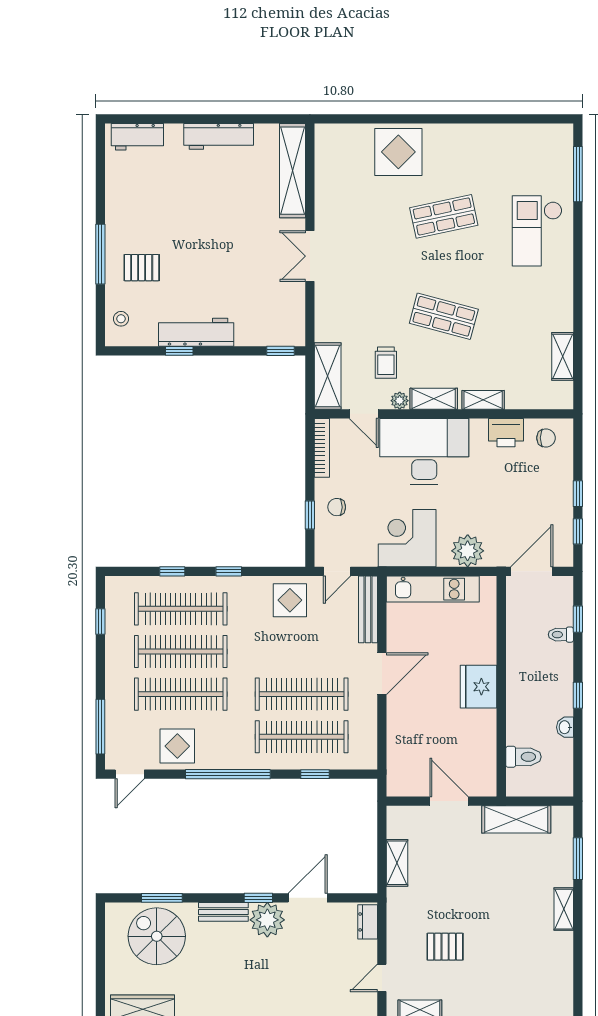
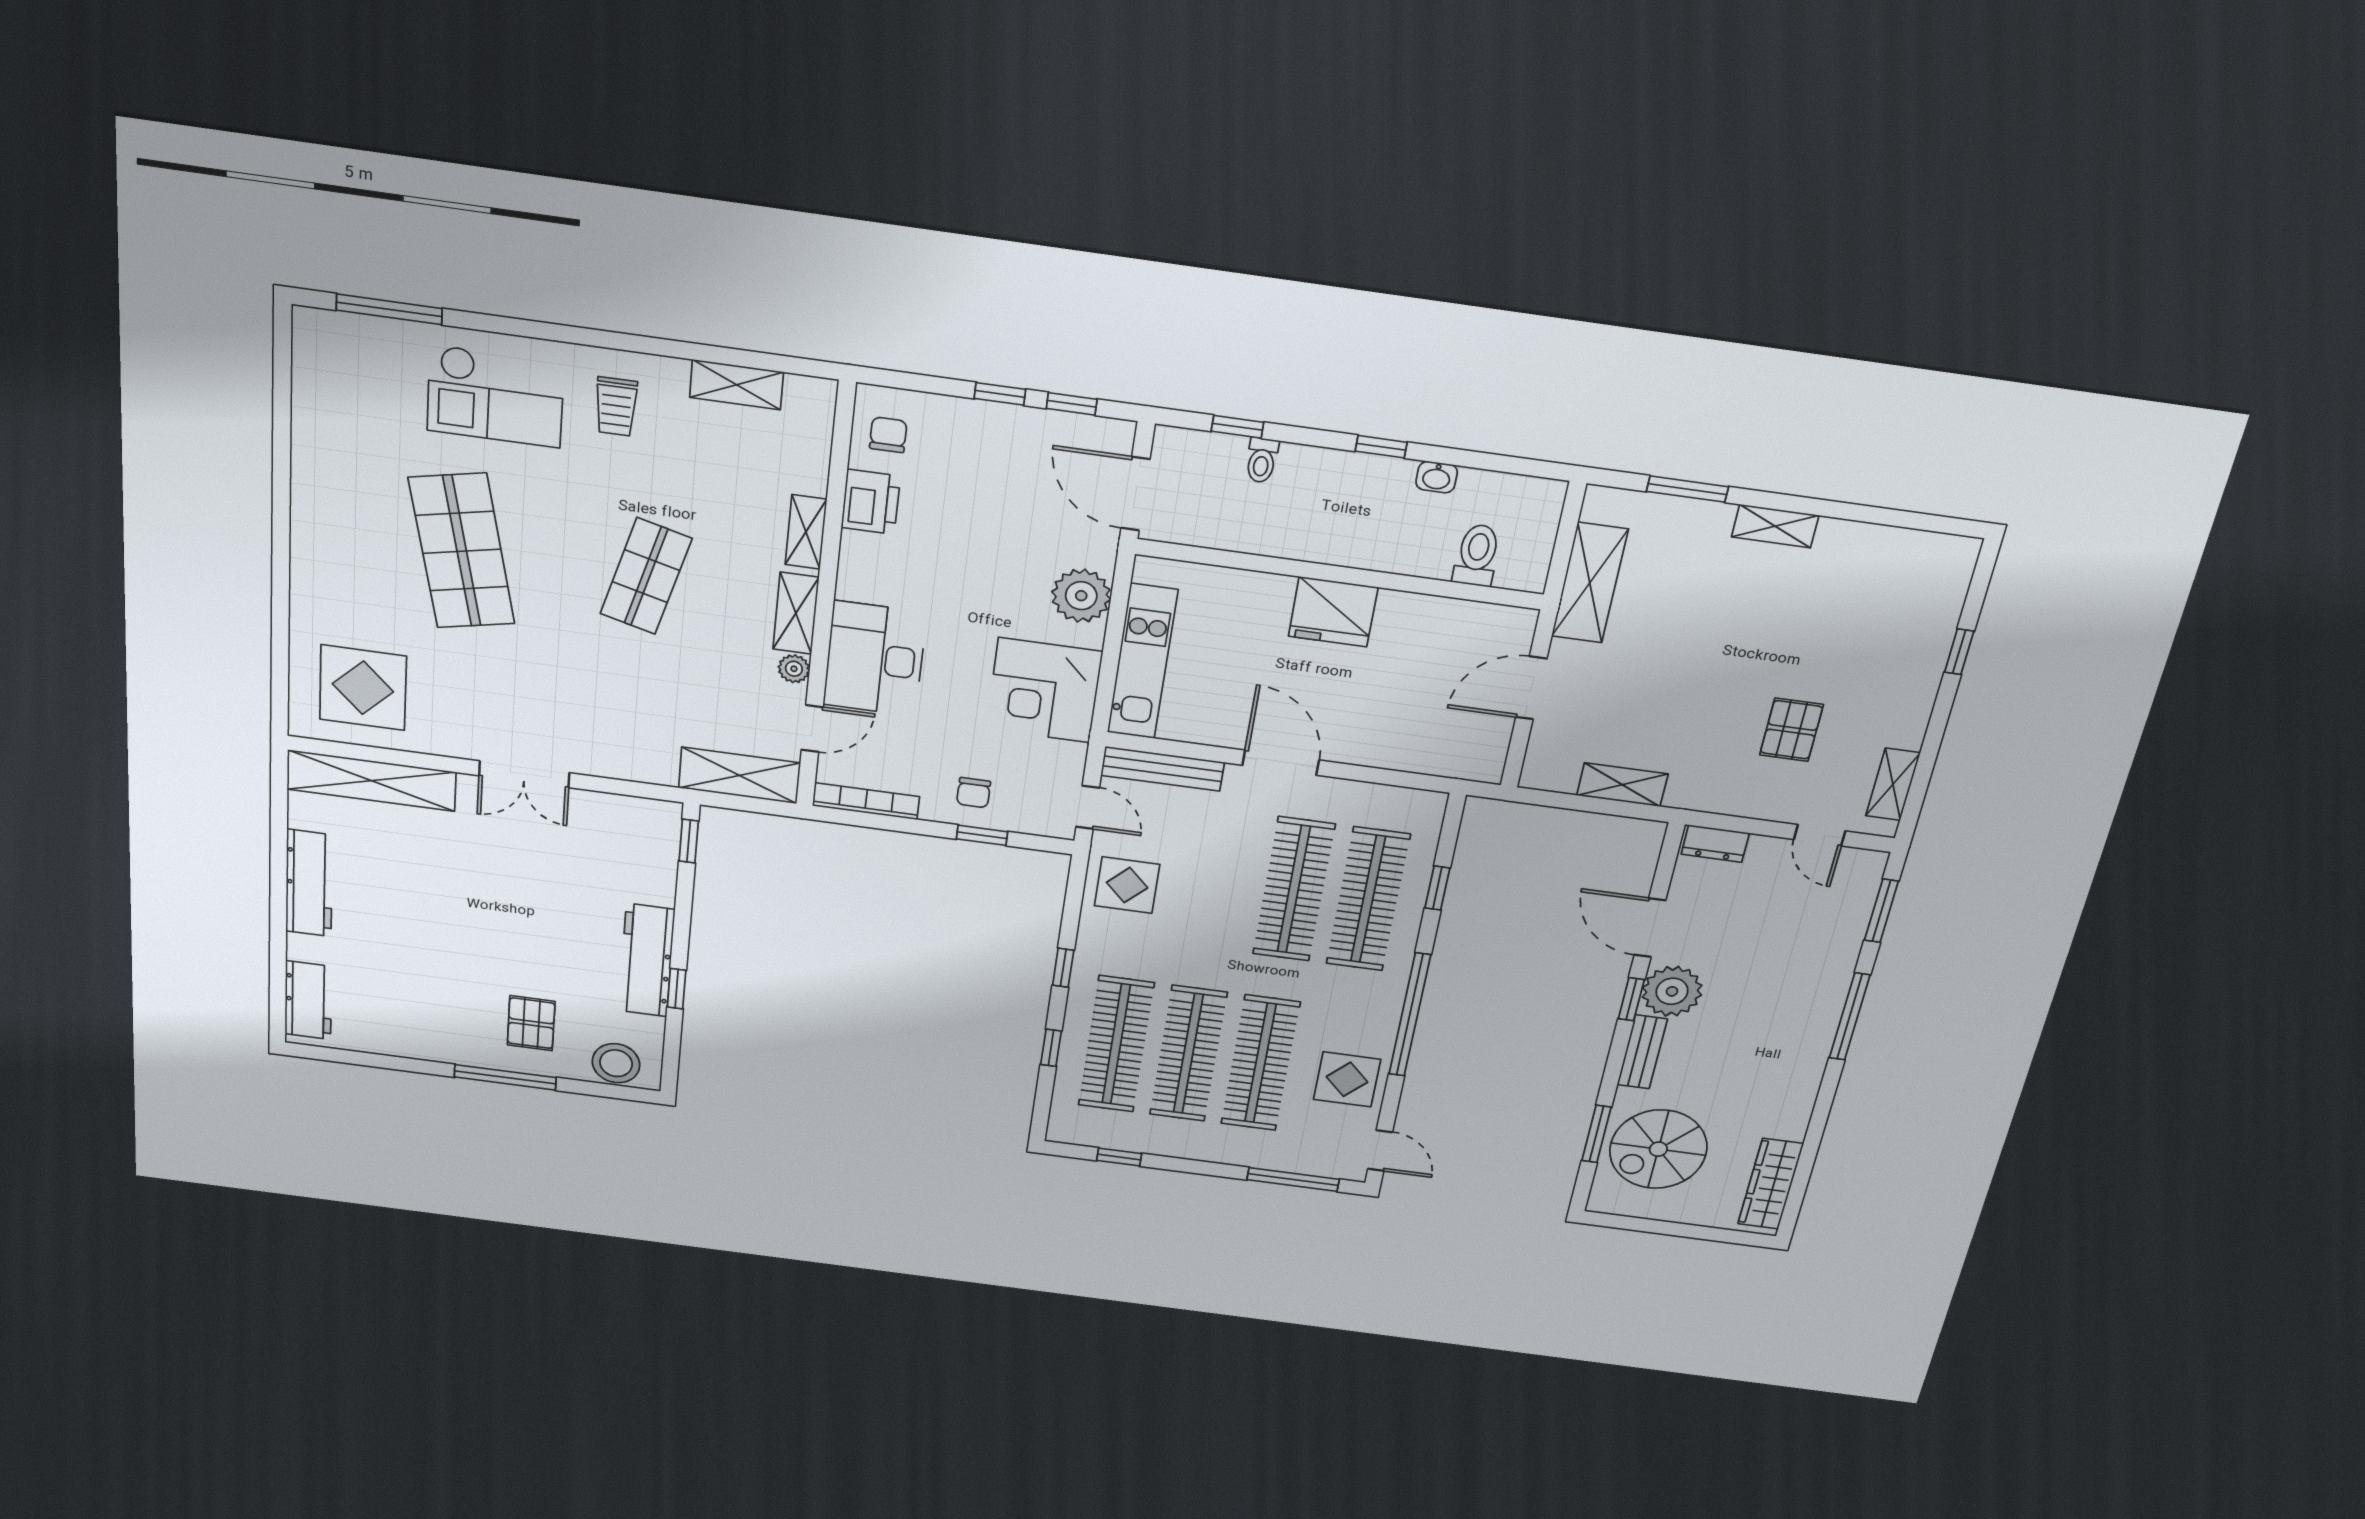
display table: (398, 152) -> (363, 688), moved
shop shelf: (444, 216) -> (462, 551), width x1.43, depth x1.36
stool: (121, 319) -> (616, 1063), width x1.89, depth x1.89
trolley: (386, 363) -> (616, 407), moved, turned 90
desk: (424, 452) -> (875, 659), width x0.73, depth x0.77

